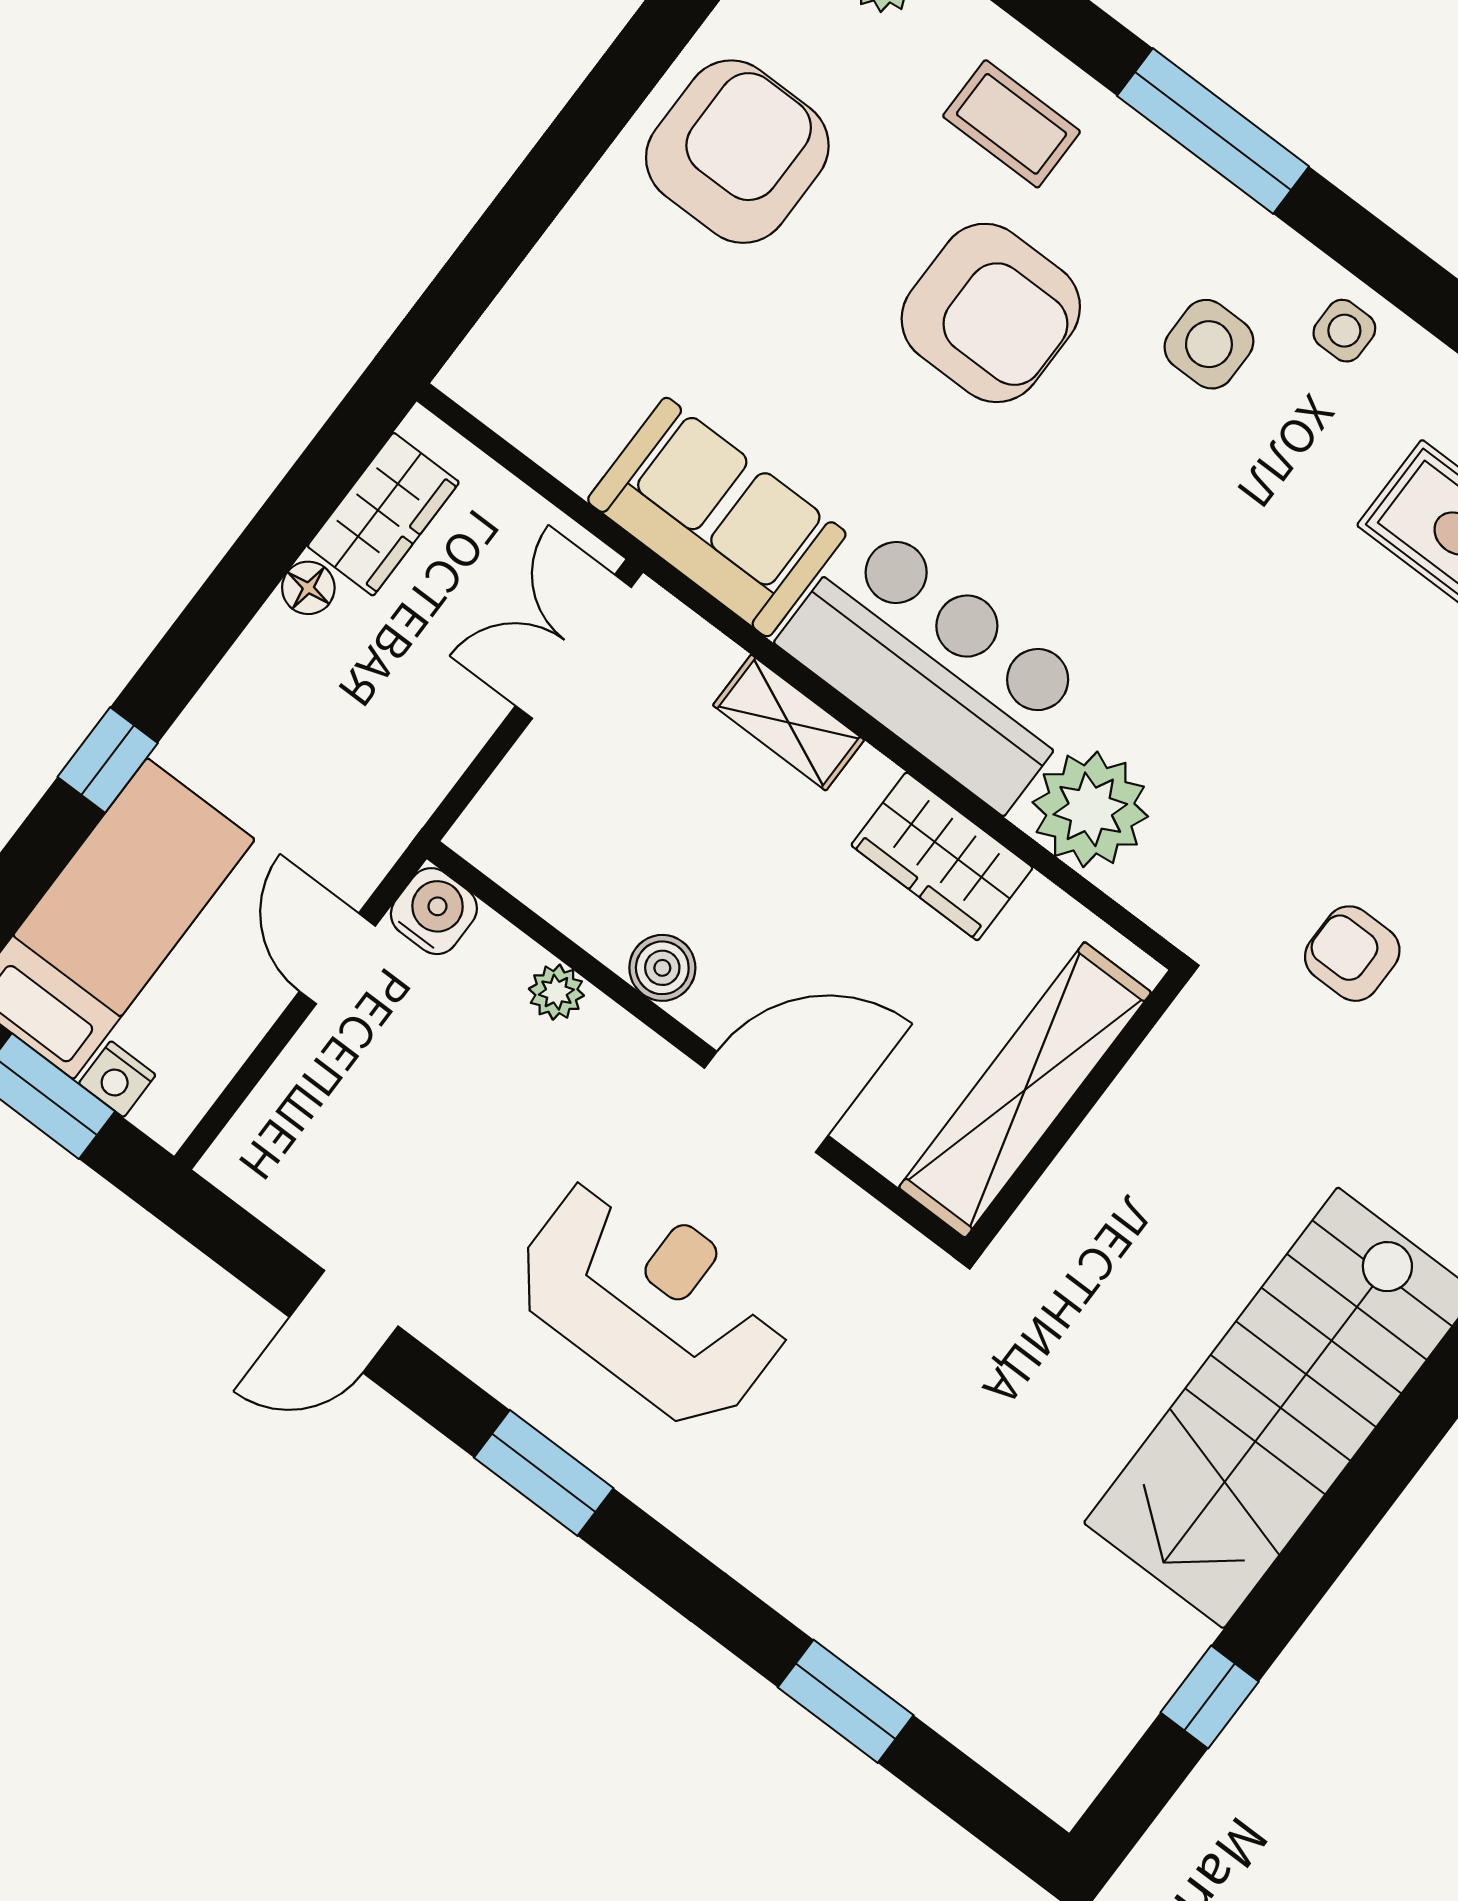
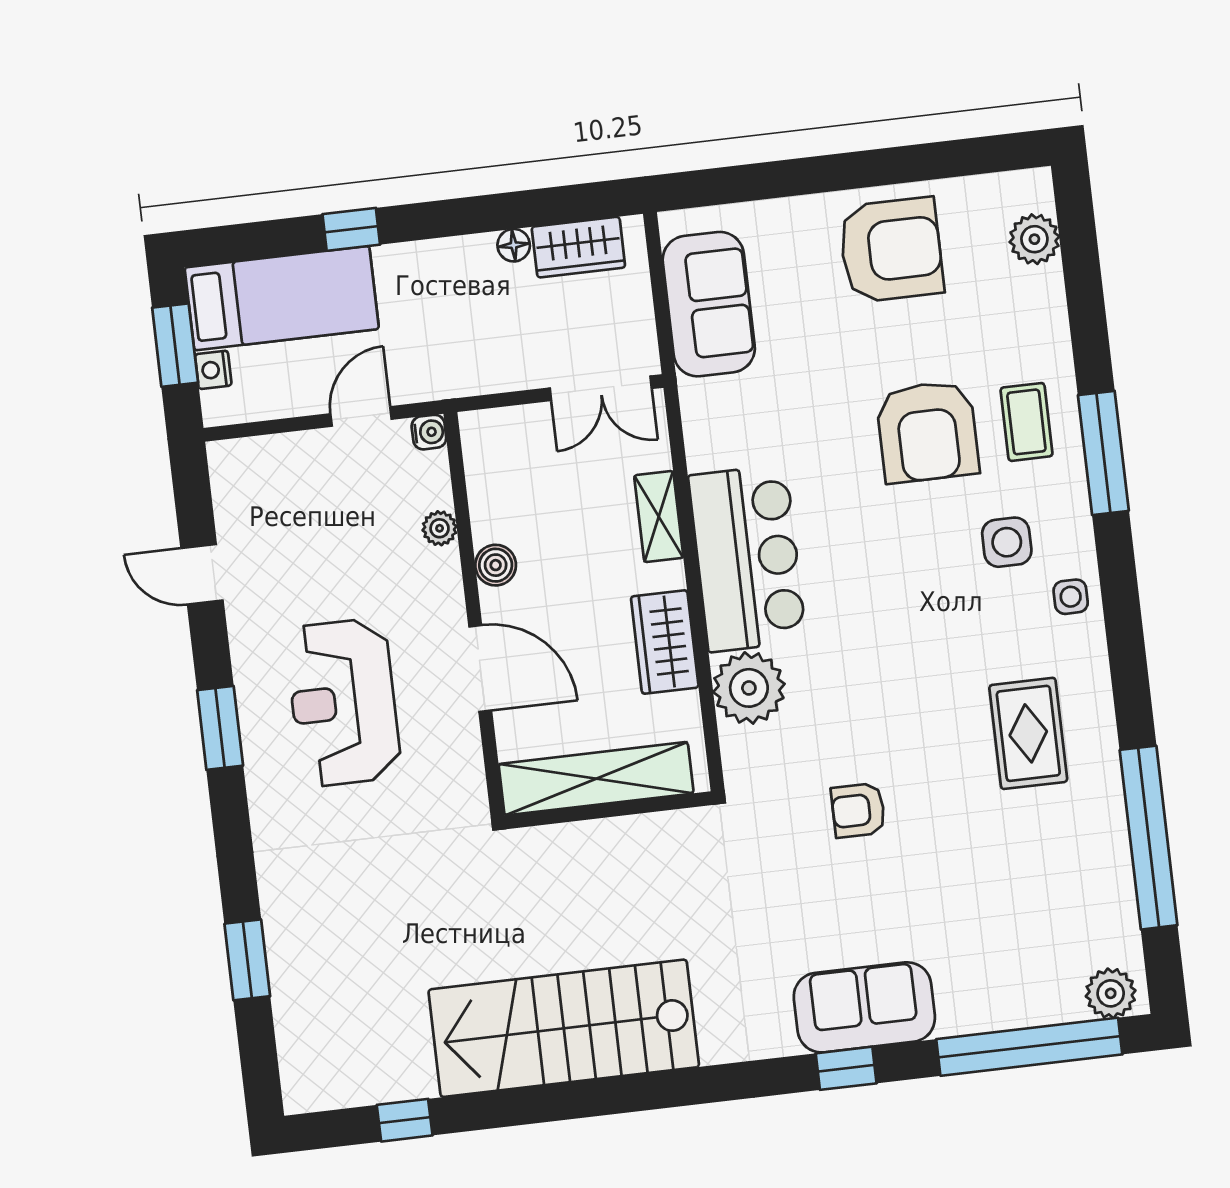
coffee table: (1012, 124) -> (1026, 422), moved
sofa: (717, 517) -> (709, 304), moved
double door: (573, 647) -> (601, 388), swing flipped
water cooler: (434, 911) -> (429, 432), width x0.72, depth x0.72
armchair: (1352, 954) -> (858, 810), moved, turned -90
reception desk: (652, 1300) -> (343, 703), turned 180

